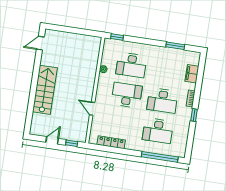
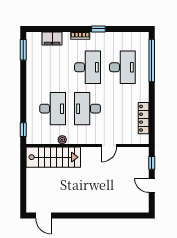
window: (175, 46) -> (23, 50), moved
stairs: (45, 90) -> (53, 157), moved, turned 180

